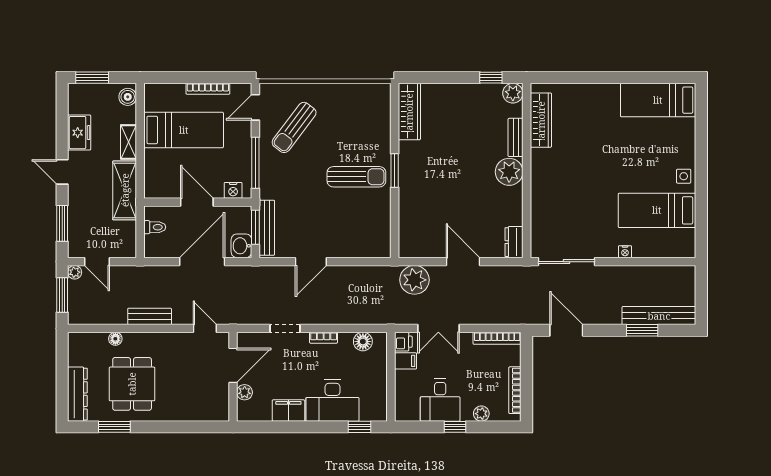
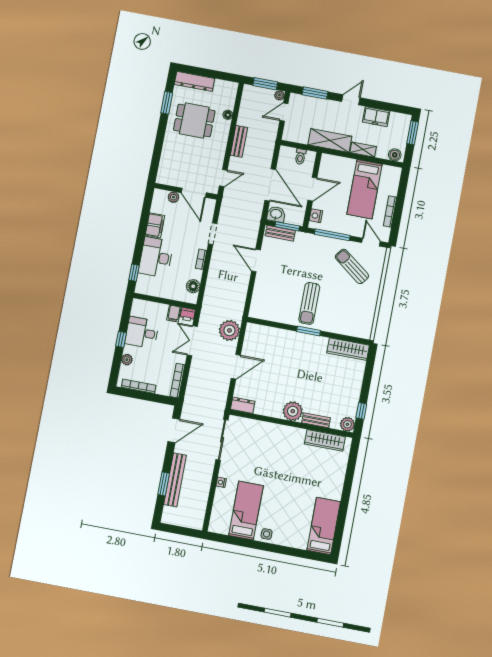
bench: (267, 228) -> (280, 233), width x0.73
bench: (659, 316) -> (175, 480), moved

